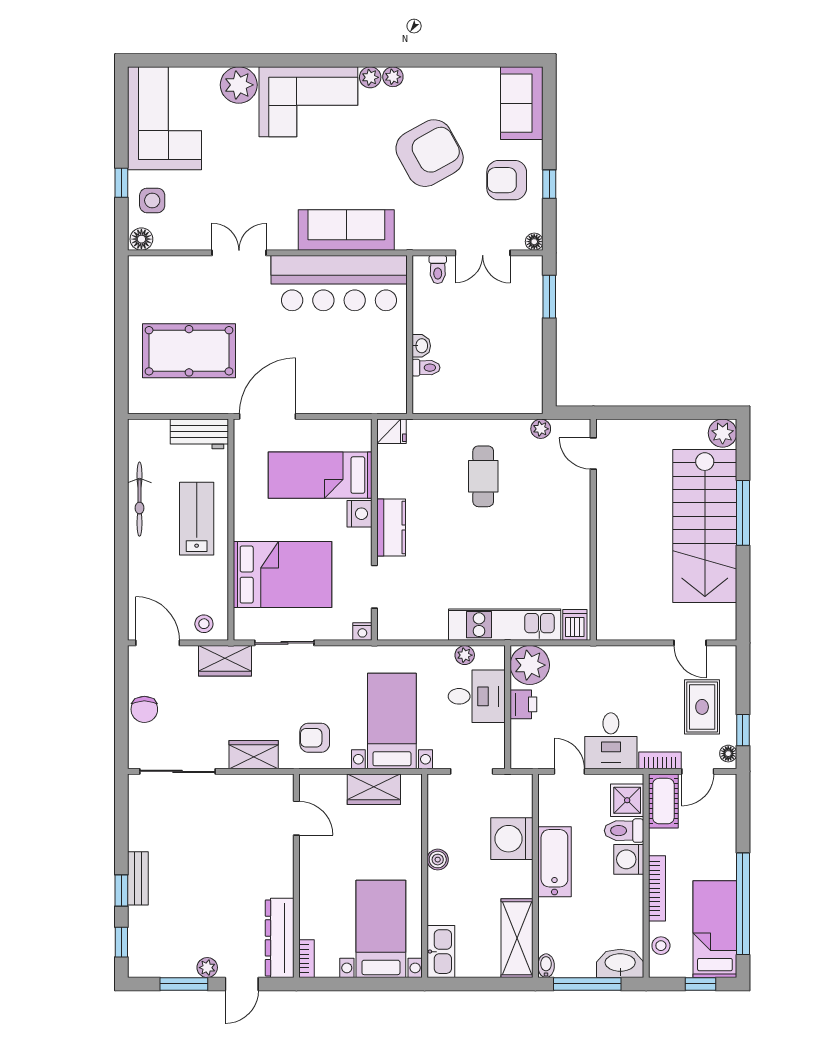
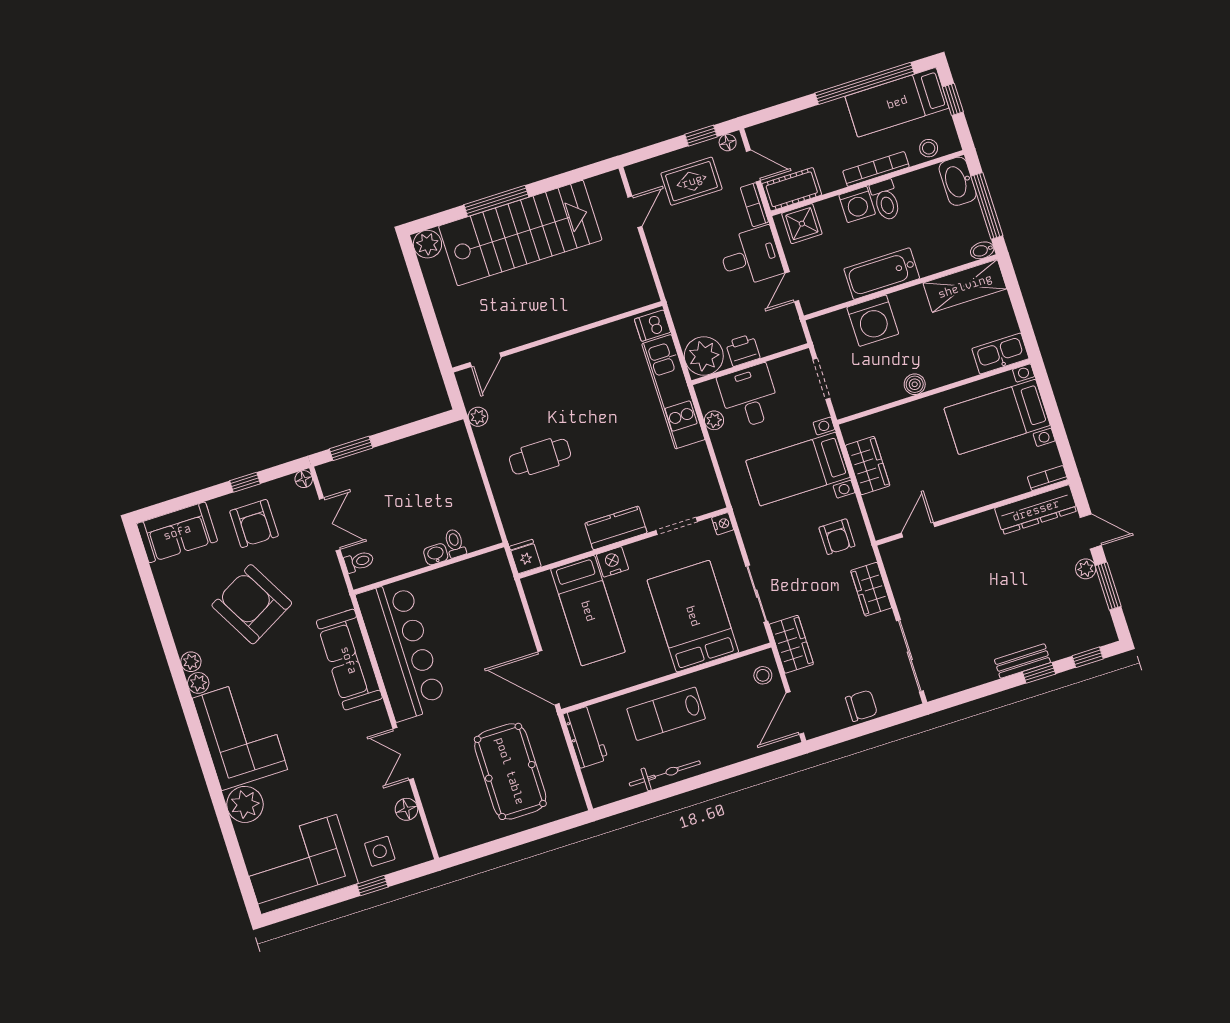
floor lamp: (141, 239) -> (406, 809), moved
toilet: (624, 831) -> (886, 200), moved

